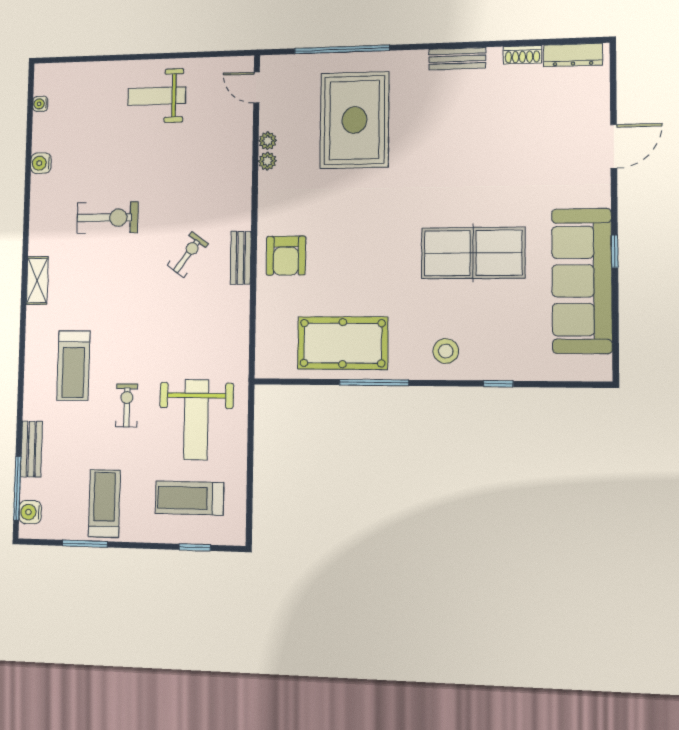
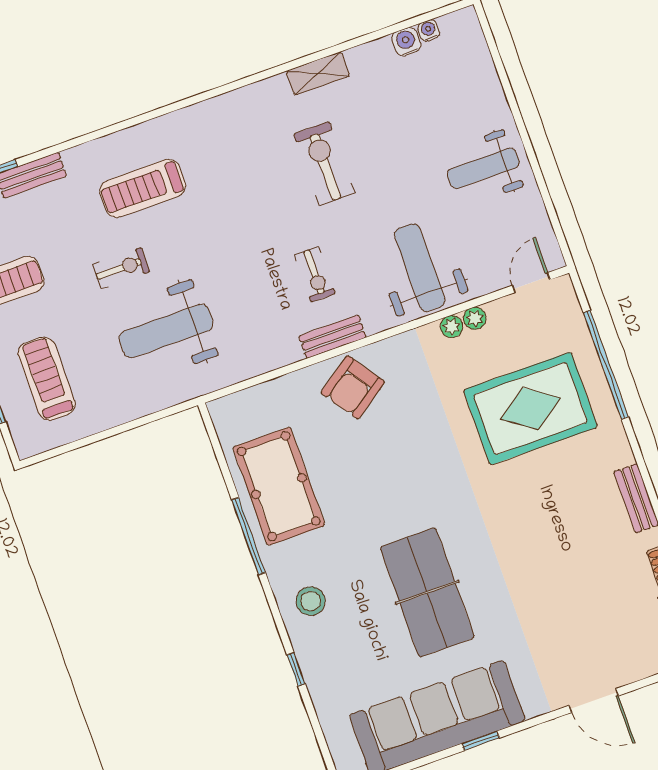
weight bench: (157, 96) -> (483, 168), turned -90
water cooler: (41, 163) -> (406, 42), moved
weight bench: (213, 171) -> (420, 268), added
exercise bike: (107, 218) -> (324, 163), turned 180
exercise bike: (188, 255) -> (315, 274), turned 54
armchair: (286, 256) -> (353, 387), turned -35
shelving: (37, 281) -> (318, 73), moved
weight bench: (196, 420) -> (166, 331), moved

